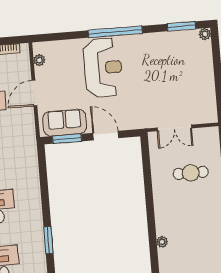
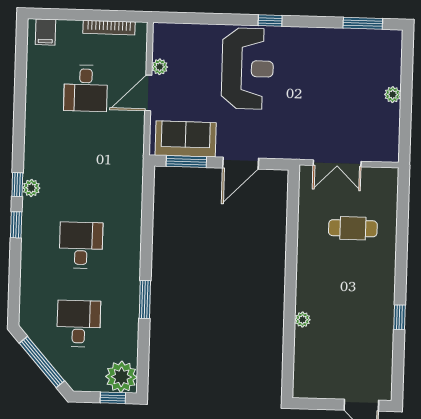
window: (115, 32) -> (270, 21), width x0.32
plant: (205, 34) -> (393, 95), moved
plant: (39, 60) -> (160, 67), moved
door: (106, 136) -> (241, 163), swing flipped

